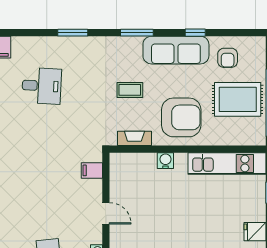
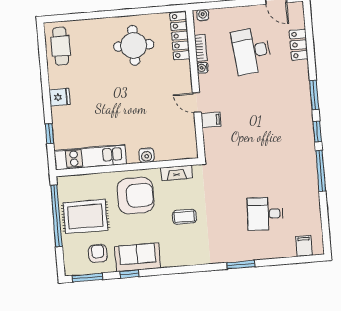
window: (137, 33) -> (87, 278), moved
sofa: (176, 50) -> (138, 257), width x0.73
armchair: (181, 117) -> (136, 196), turned 180
filing cabinet: (92, 170) -> (211, 120), moved

